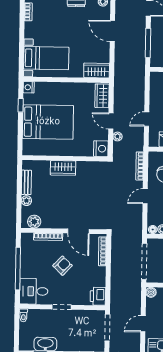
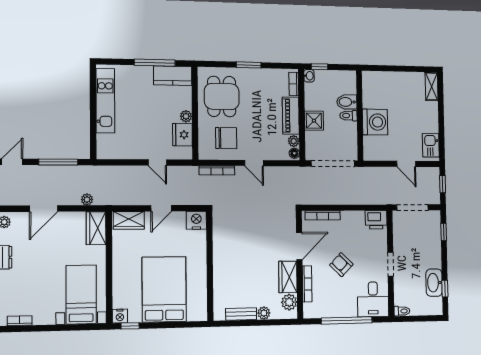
window: (21, 105) -> (130, 326), moved
plant: (117, 137) -> (87, 199), moved
wardrobe: (63, 168) -> (288, 277), moved, turned 180
boiler: (151, 292) -> (369, 155), removed

